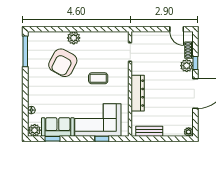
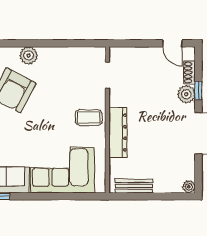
coffee table: (98, 78) -> (89, 118), moved
window: (102, 139) -> (68, 196), removed

